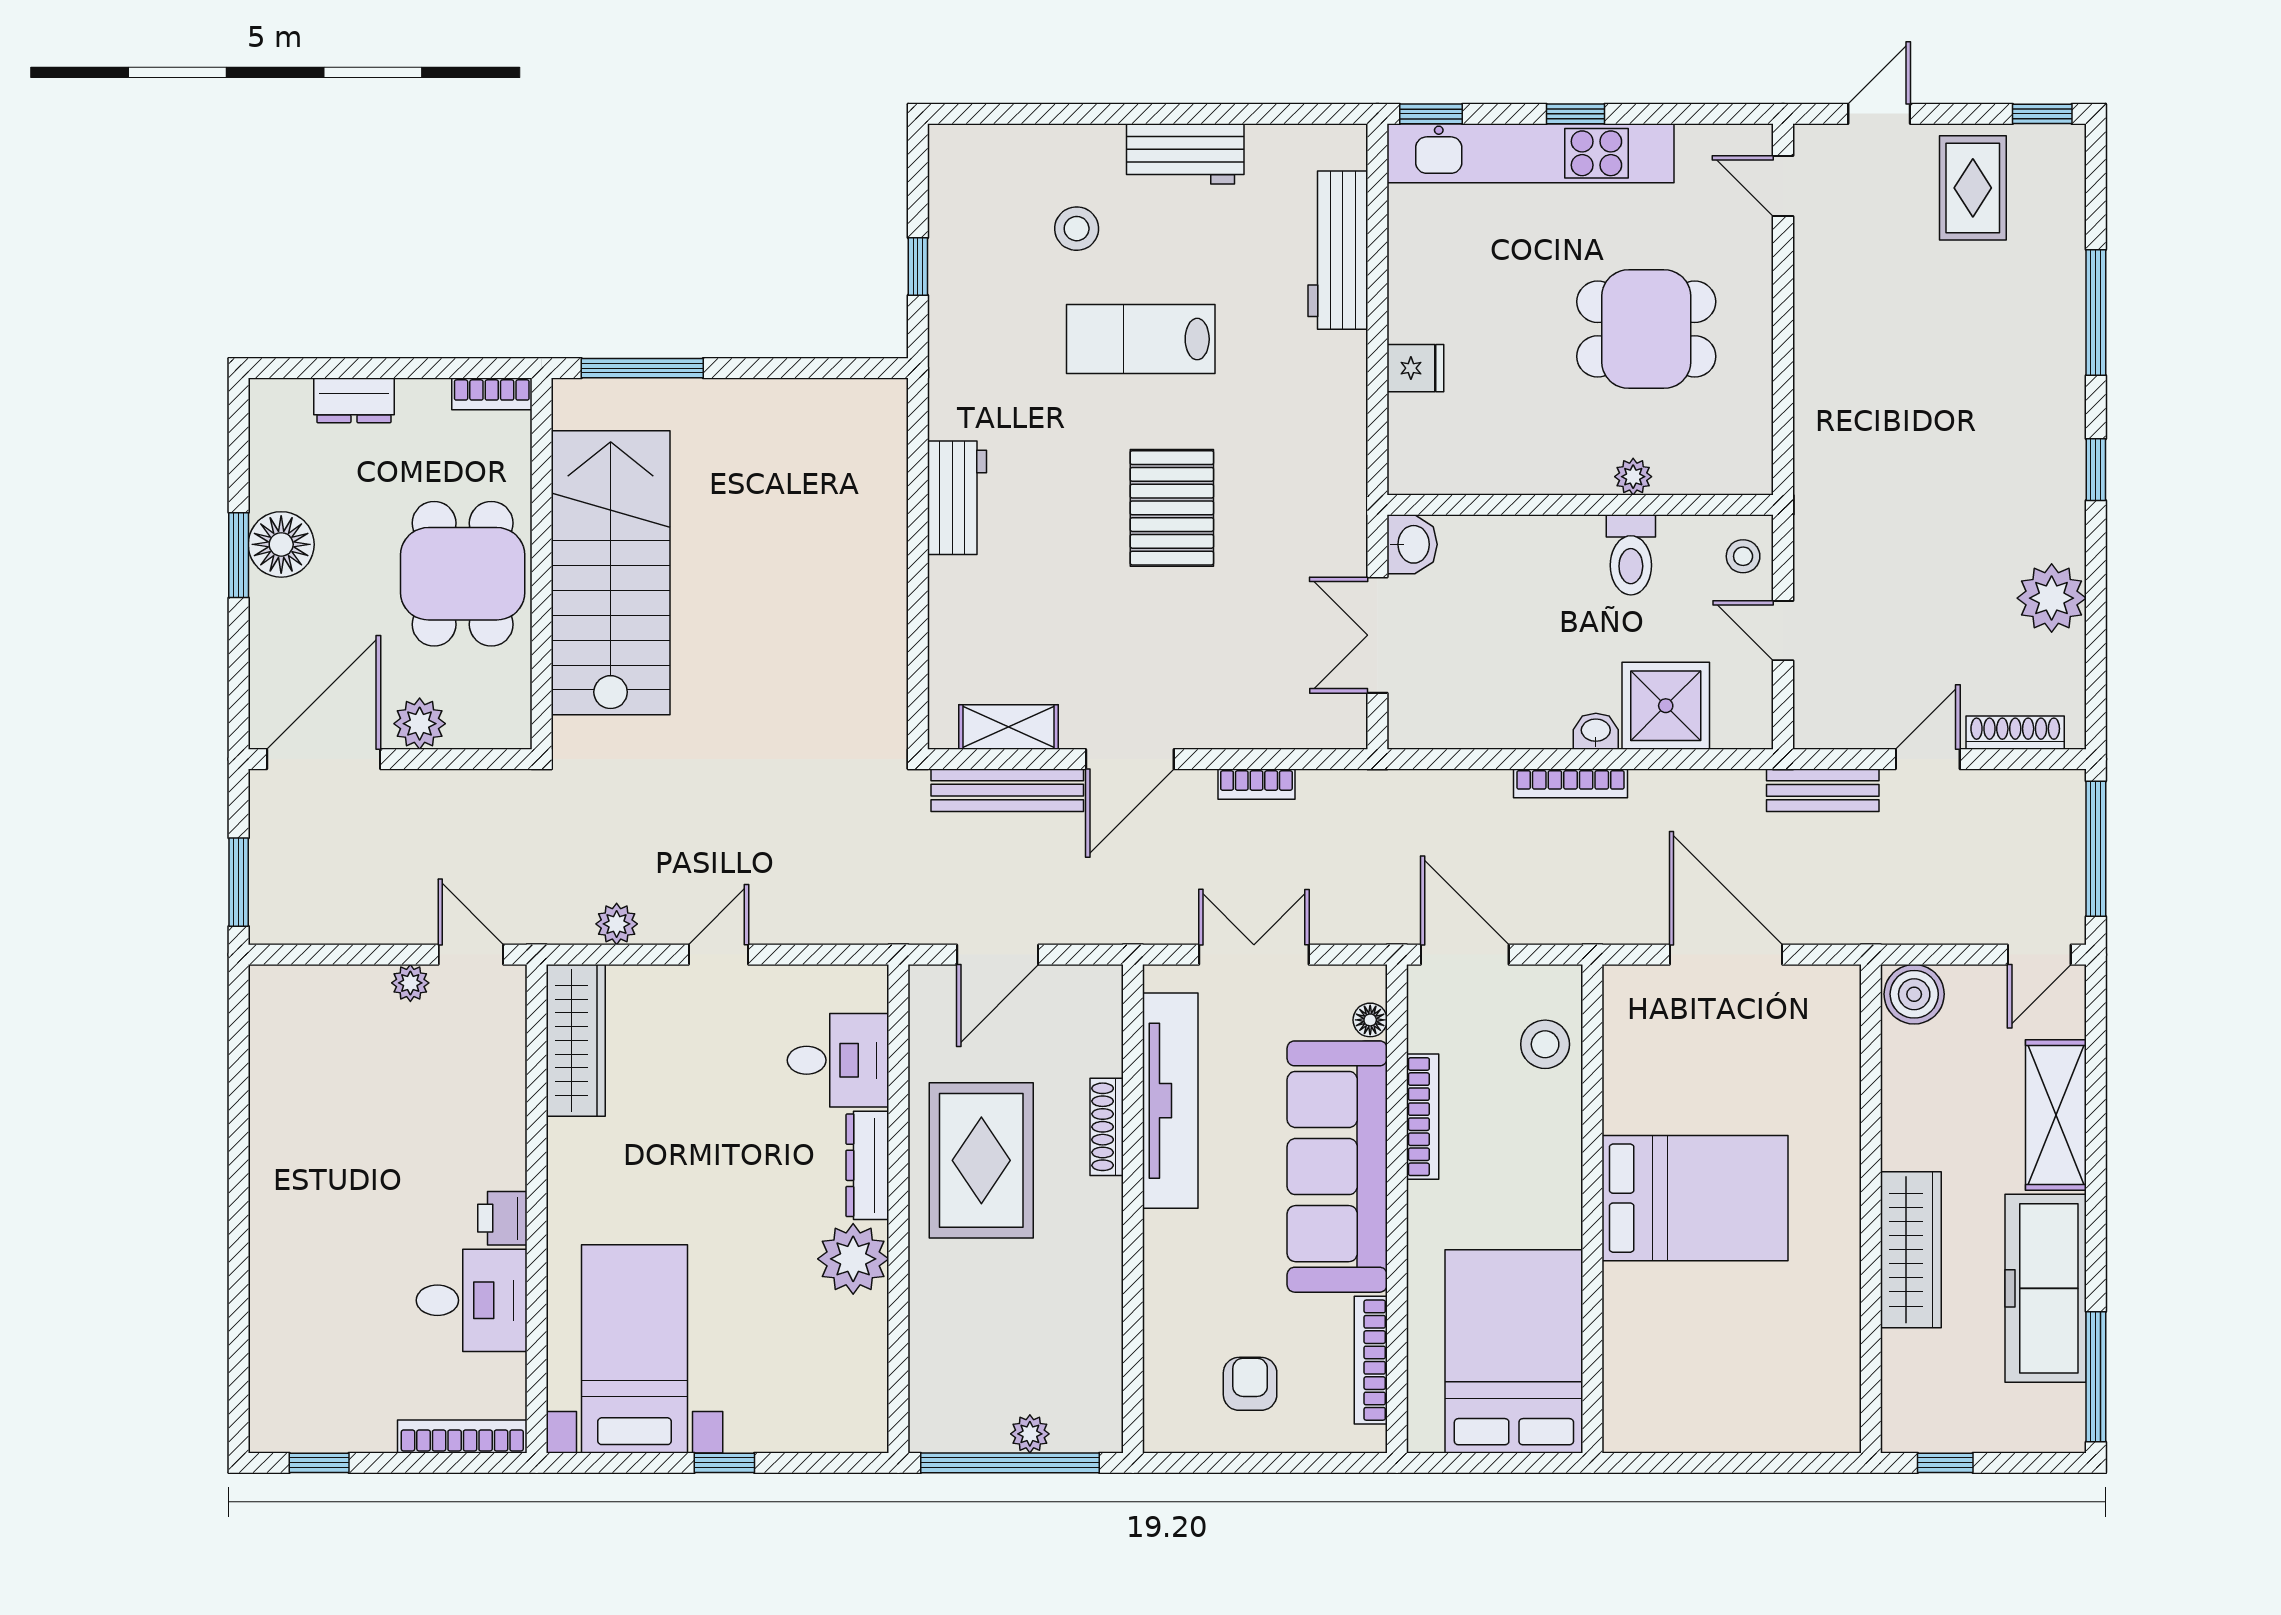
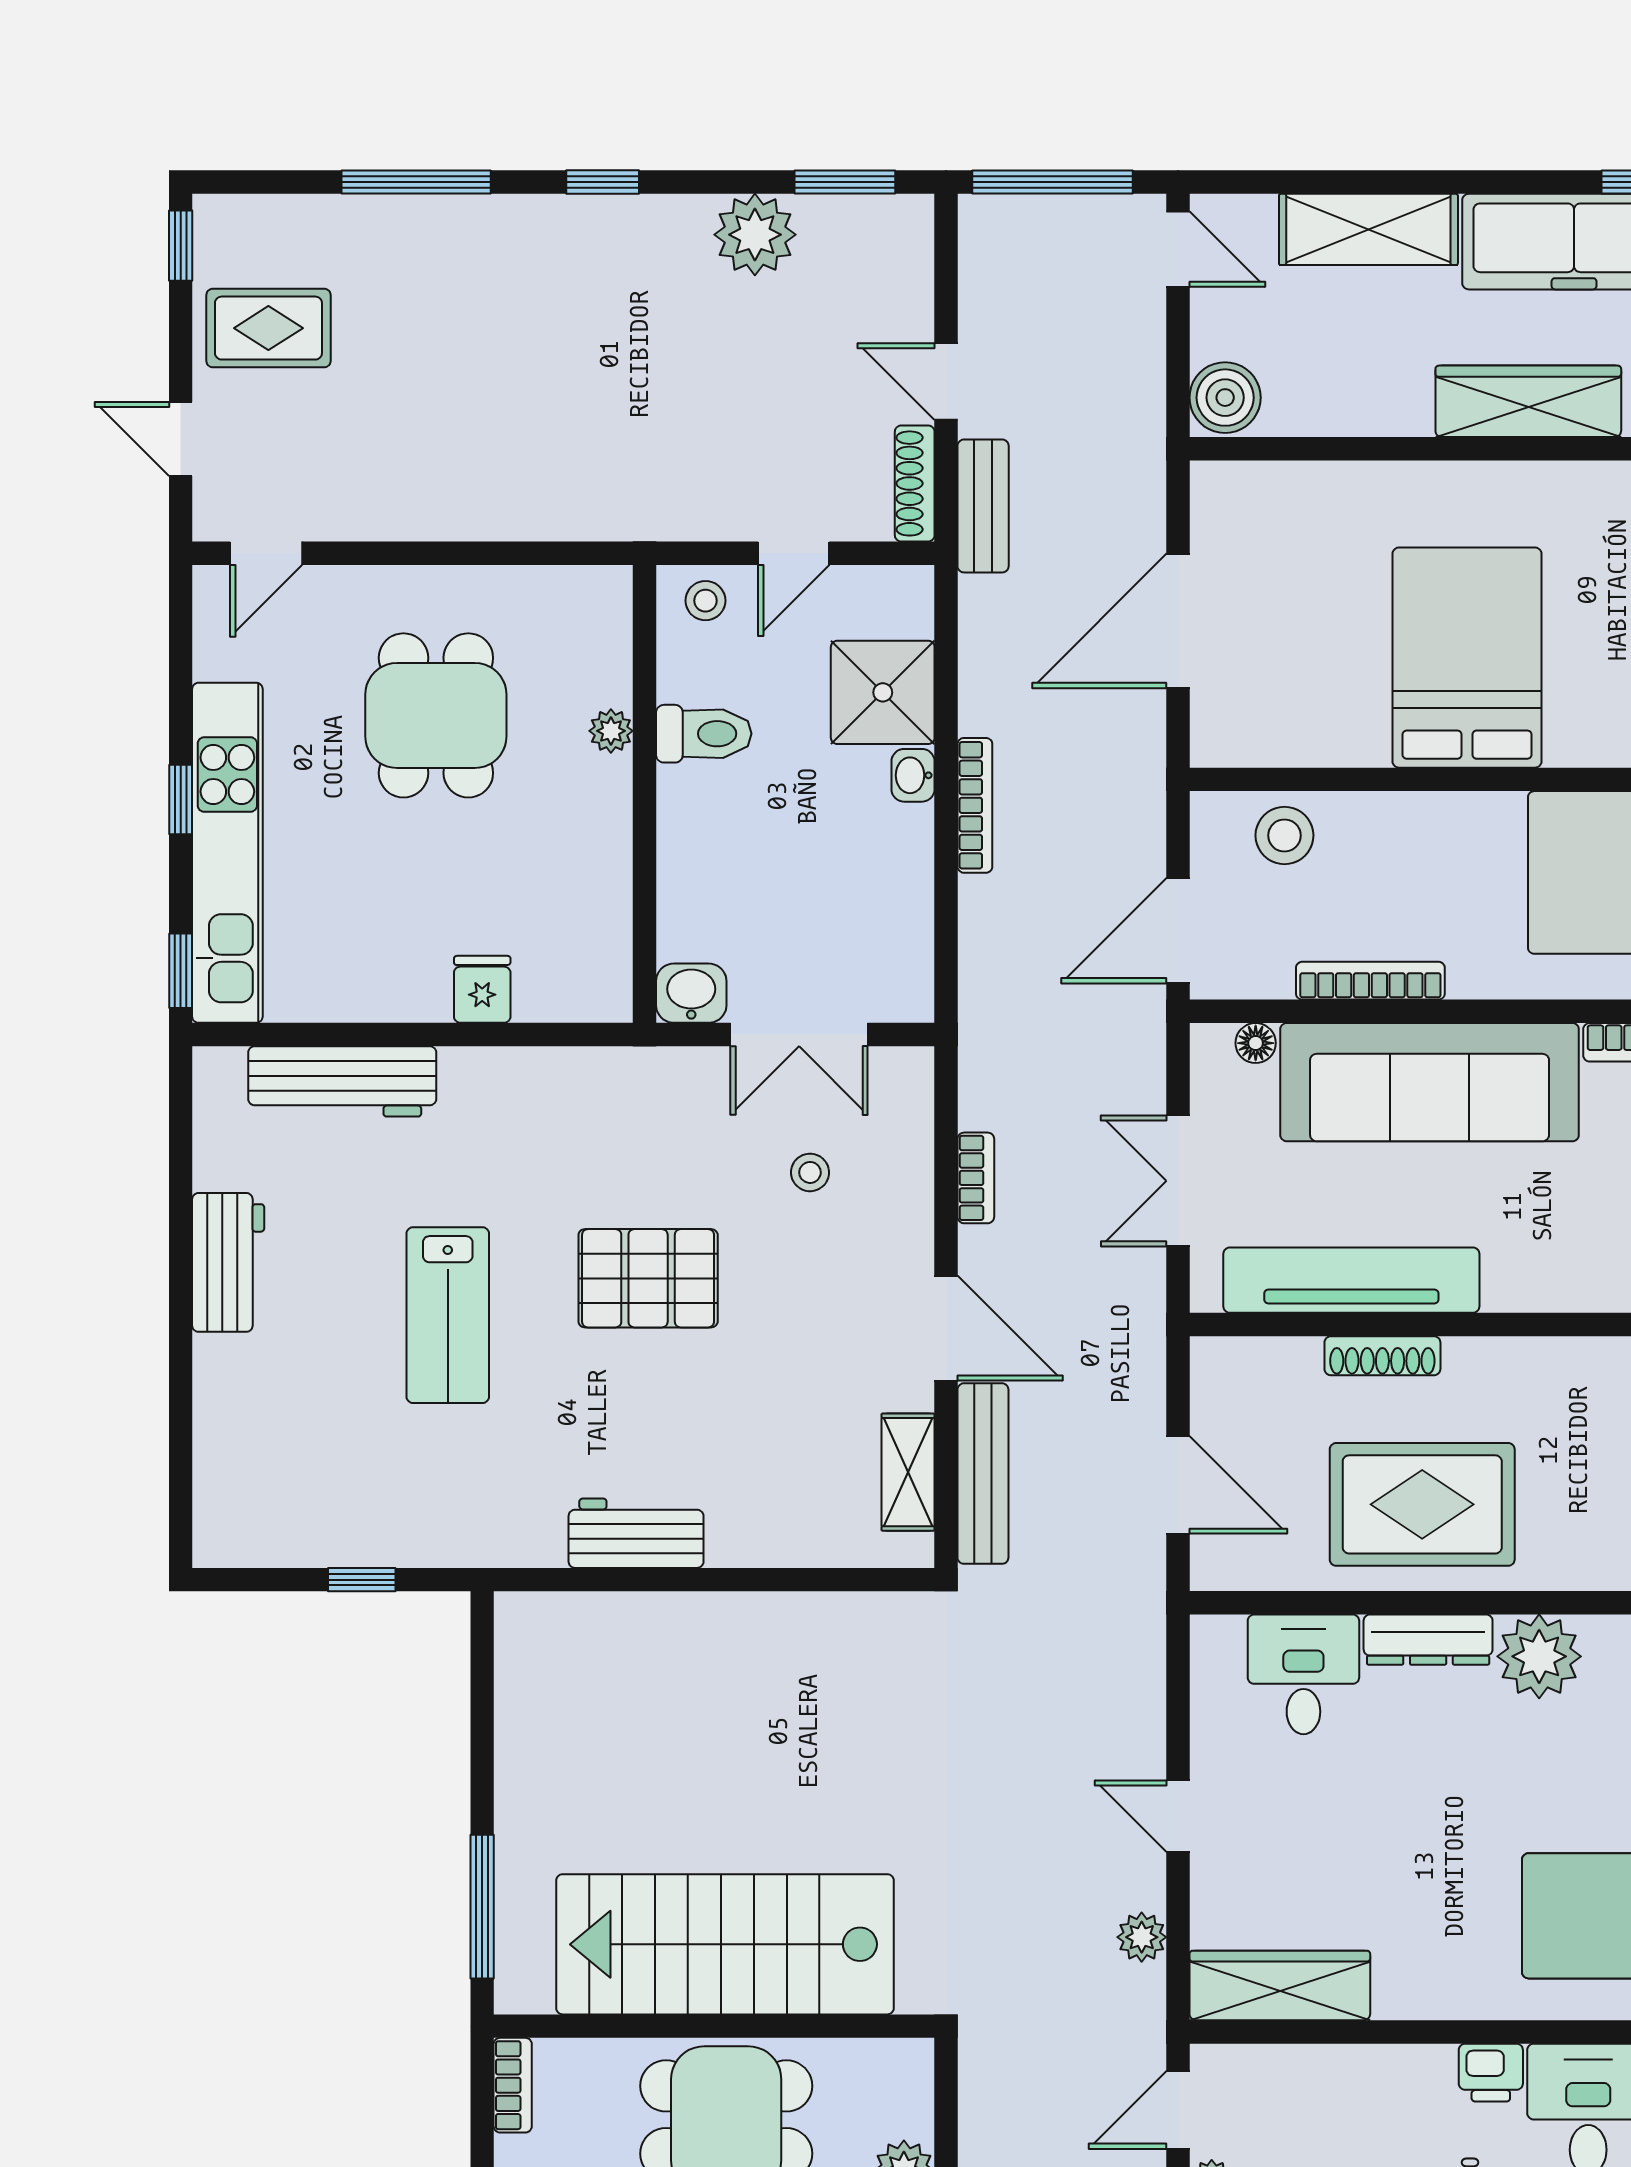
stool: (1077, 229) -> (810, 1172), moved, width x0.73, depth x0.73
window: (2096, 674) -> (845, 182), added
shoe rack: (2015, 733) -> (915, 483), moved

